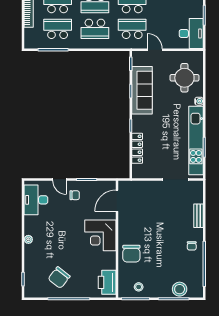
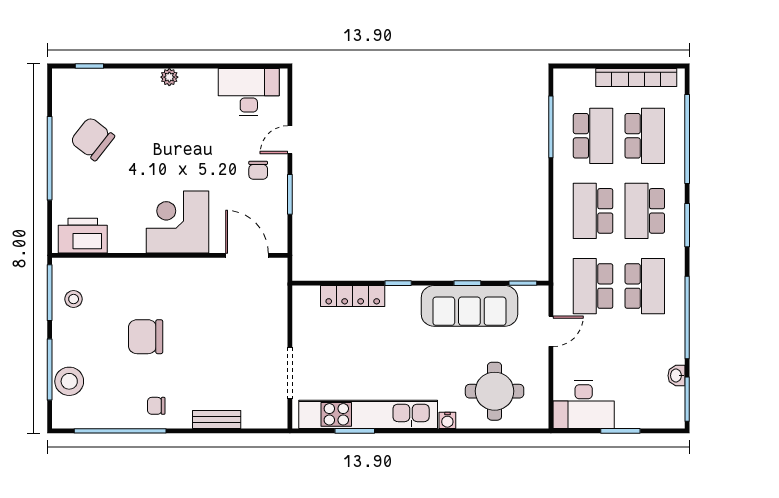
school desk: (132, 29) -> (593, 286), turned 180
chair: (131, 254) -> (146, 337), moved

